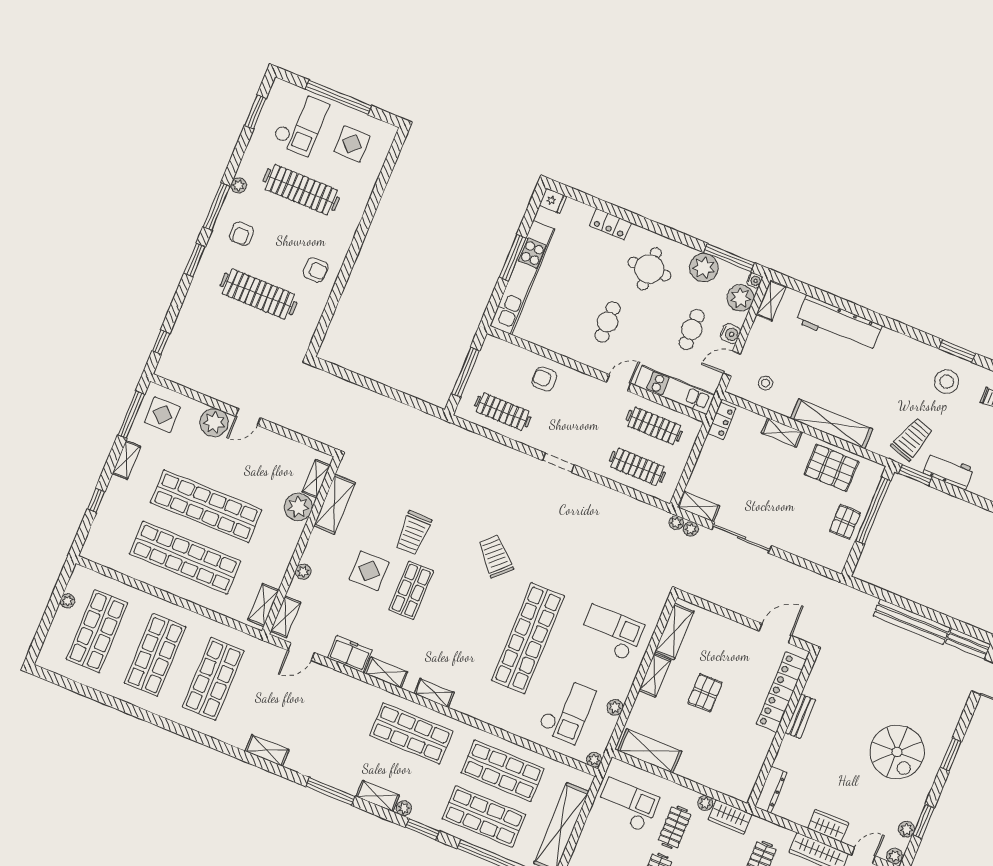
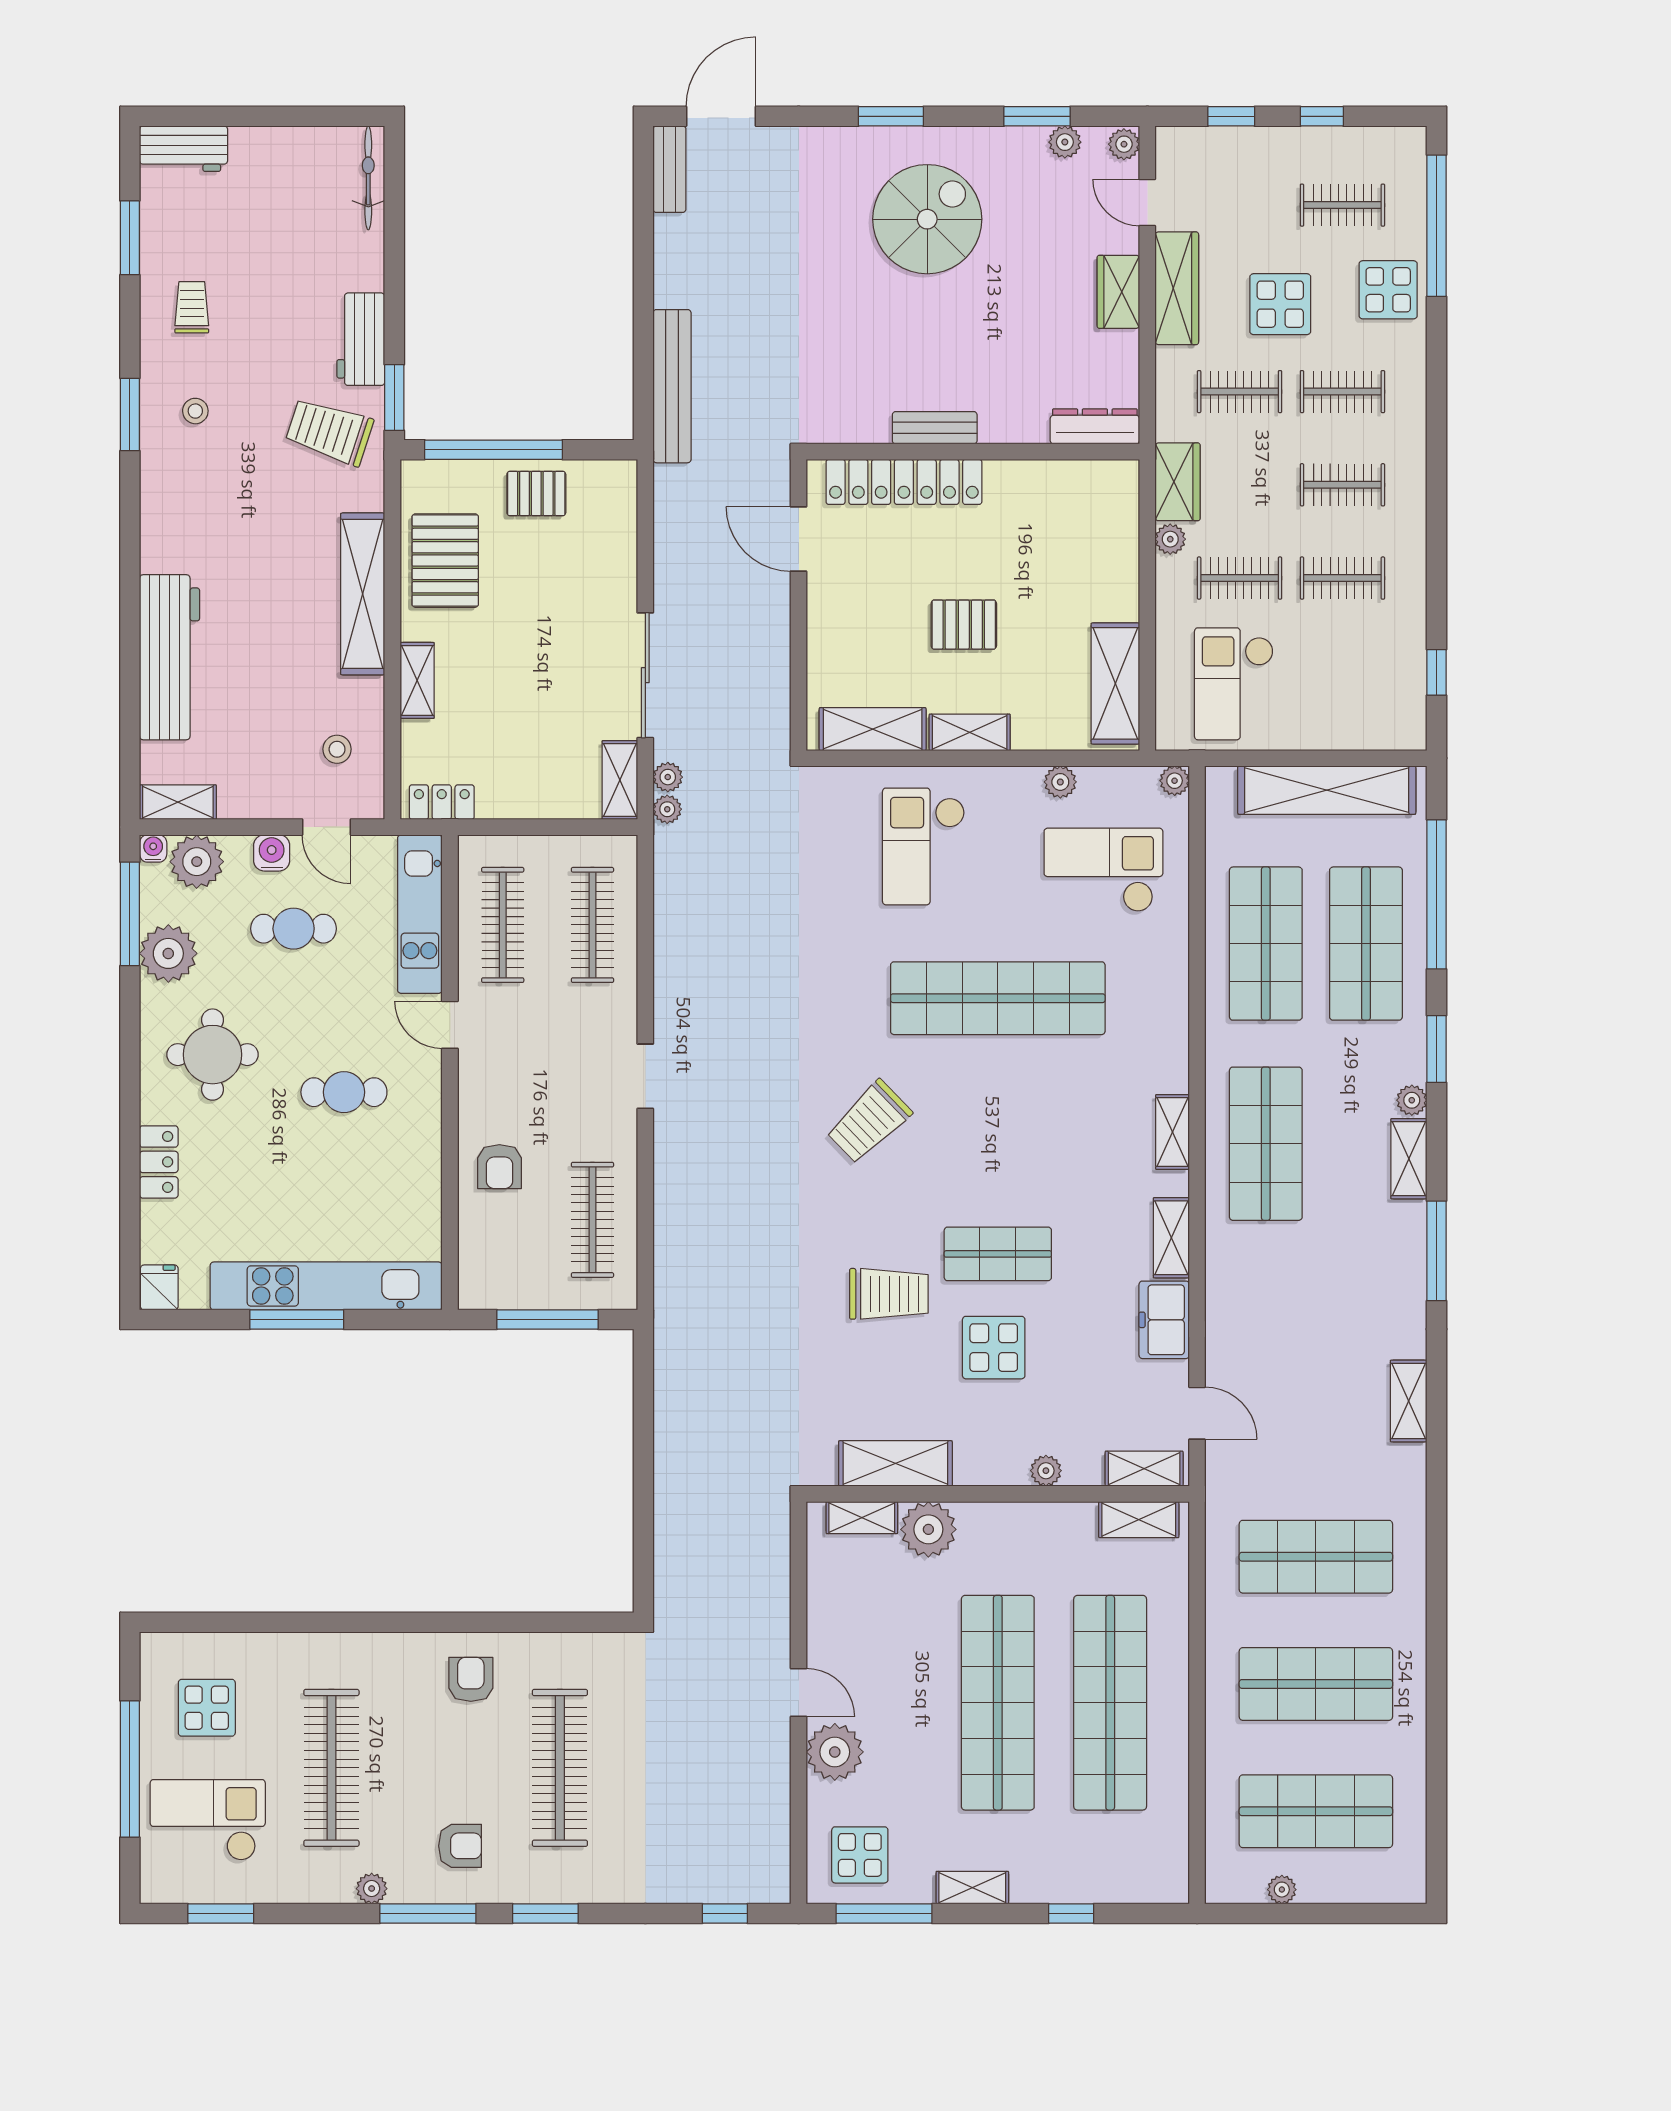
stool: (947, 382) -> (195, 411), width x0.53, depth x0.53
bench: (912, 622) -> (672, 386), moved

